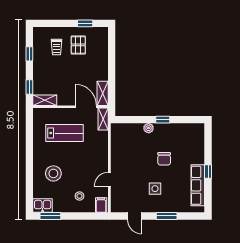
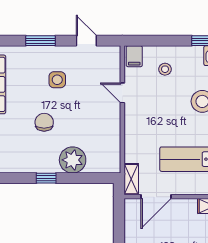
shelving: (103, 93) -> (132, 216), removed
door: (86, 107) -> (156, 197), hinge flipped
plant: (149, 128) -> (73, 160), width x1.88, depth x1.88
door: (109, 179) -> (122, 93), swing flipped

